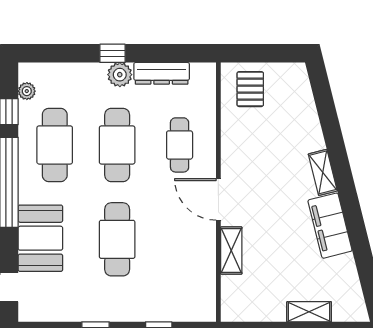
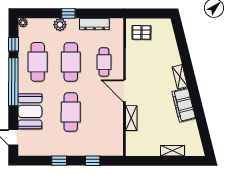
plant: (120, 75) -> (60, 25), moved
pallet: (250, 89) -> (141, 32), turned 90
plant: (27, 91) -> (23, 23), moved

